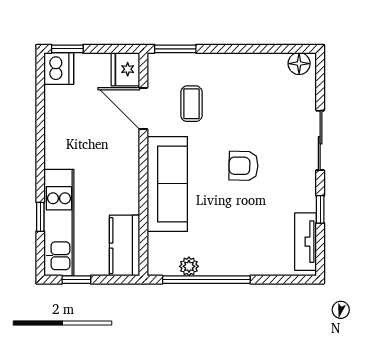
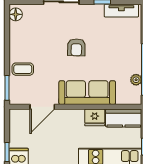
fridge: (125, 69) -> (95, 117), moved
coffee table: (191, 104) -> (23, 69), moved

